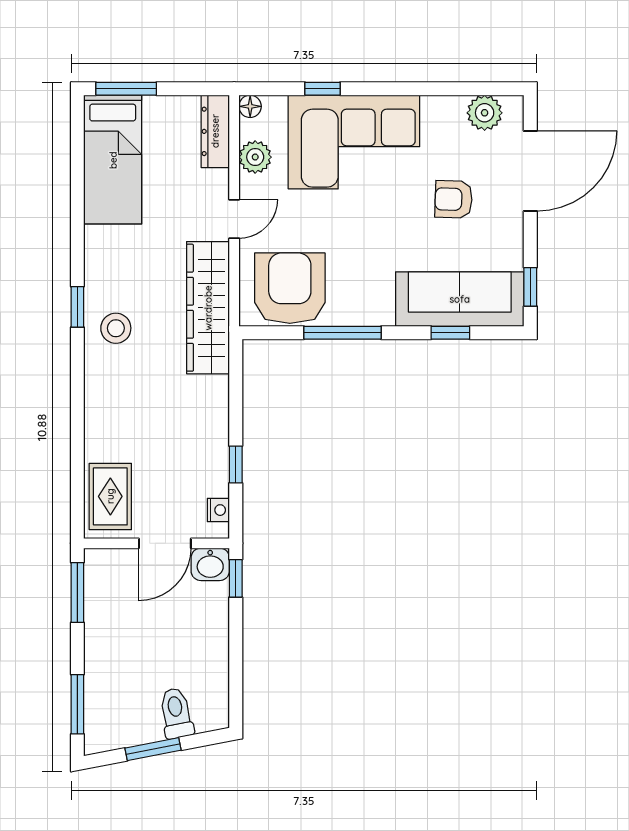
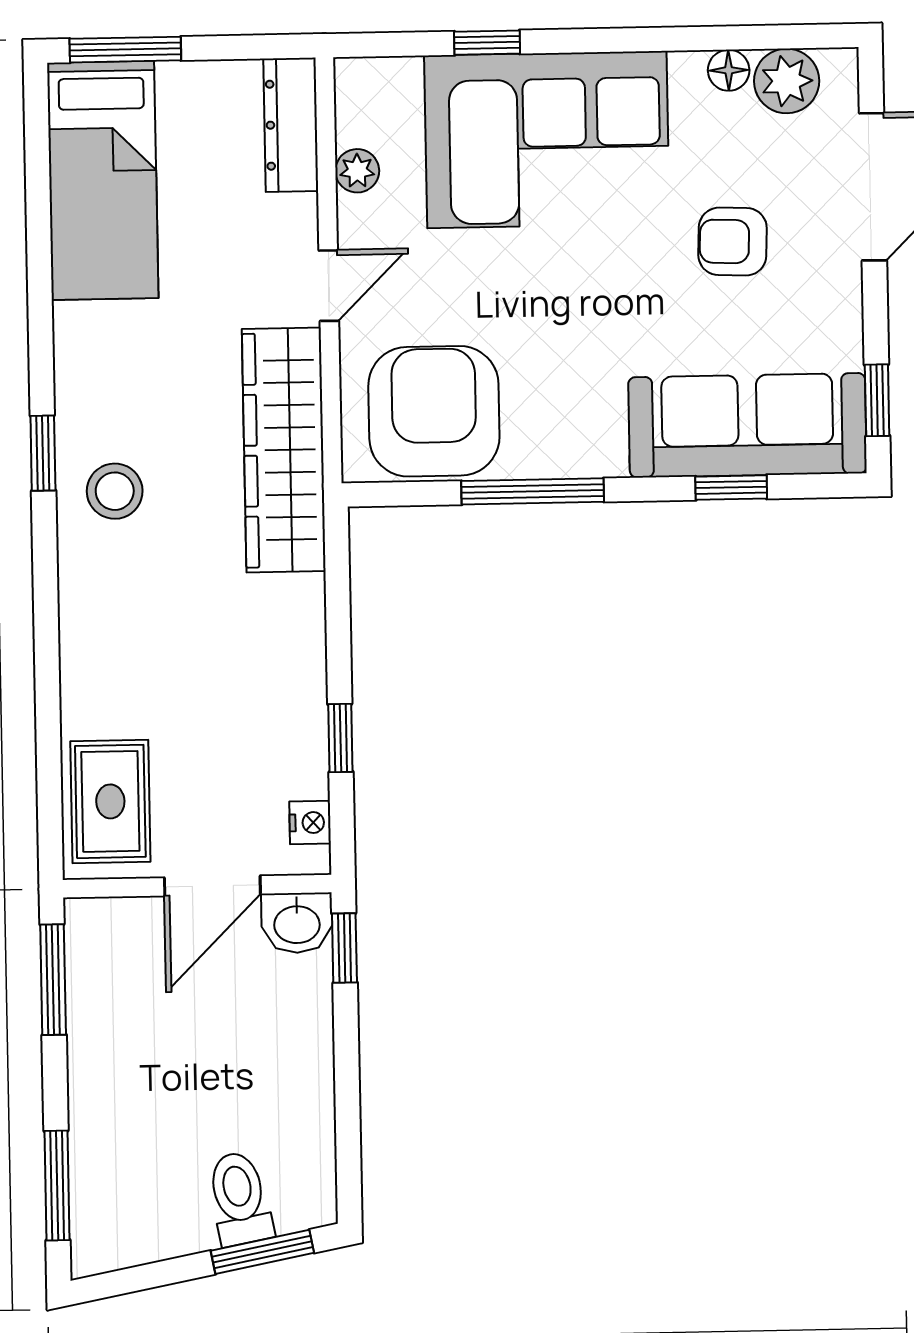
floor lamp: (250, 106) -> (729, 70), moved
plant: (255, 157) -> (357, 171), width x0.73, depth x0.73
window: (153, 749) -> (262, 1252), moved

